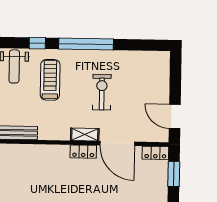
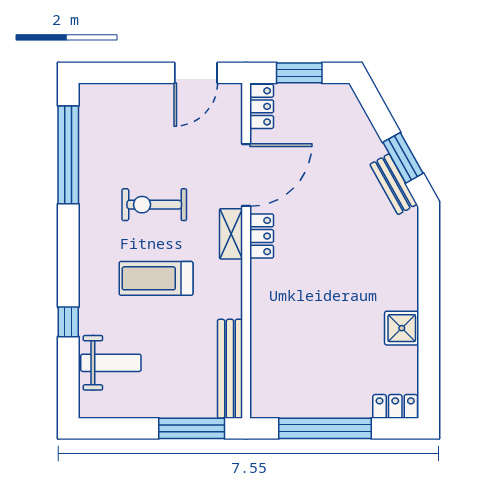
window: (86, 44) -> (68, 155), moved
treadmill: (50, 80) -> (156, 278), moved

